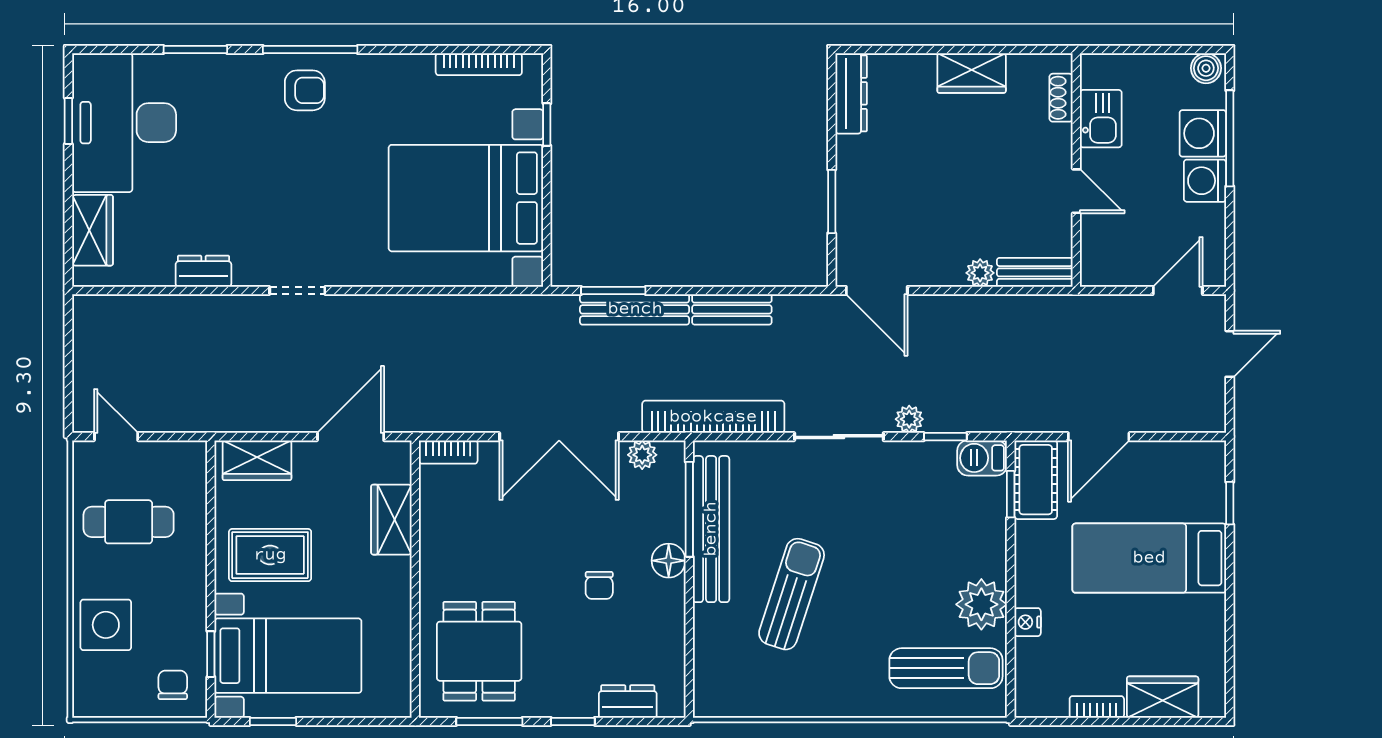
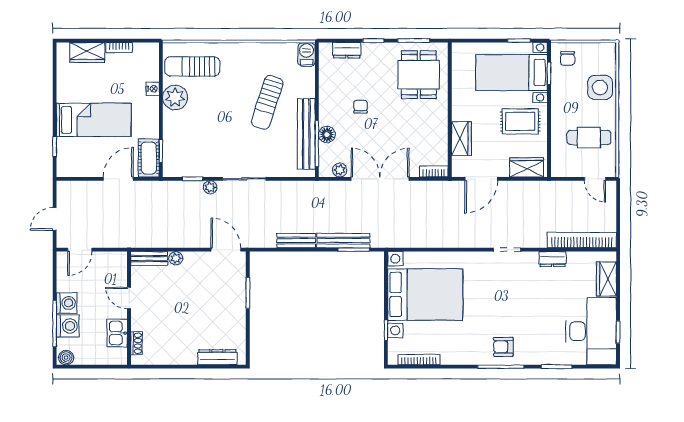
wardrobe: (972, 73) -> (180, 355), removed
dresser: (851, 93) -> (217, 357), moved, turned 90
bookcase: (713, 417) -> (582, 240), moved, turned 180
barbecue: (982, 458) -> (307, 54), moved, turned -90
floor lamp: (669, 561) -> (327, 135), moved

